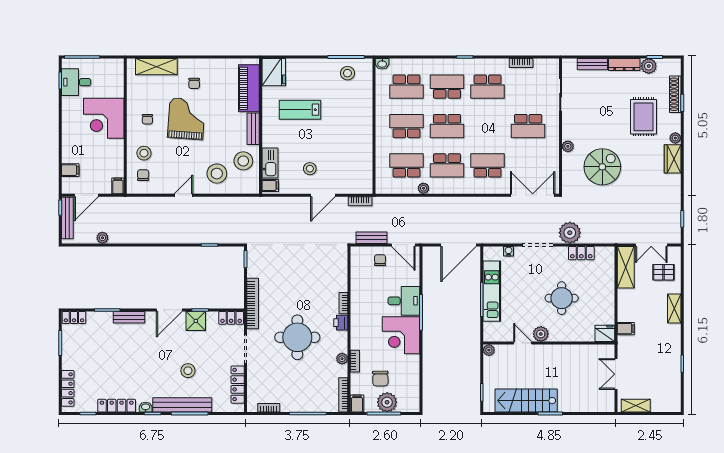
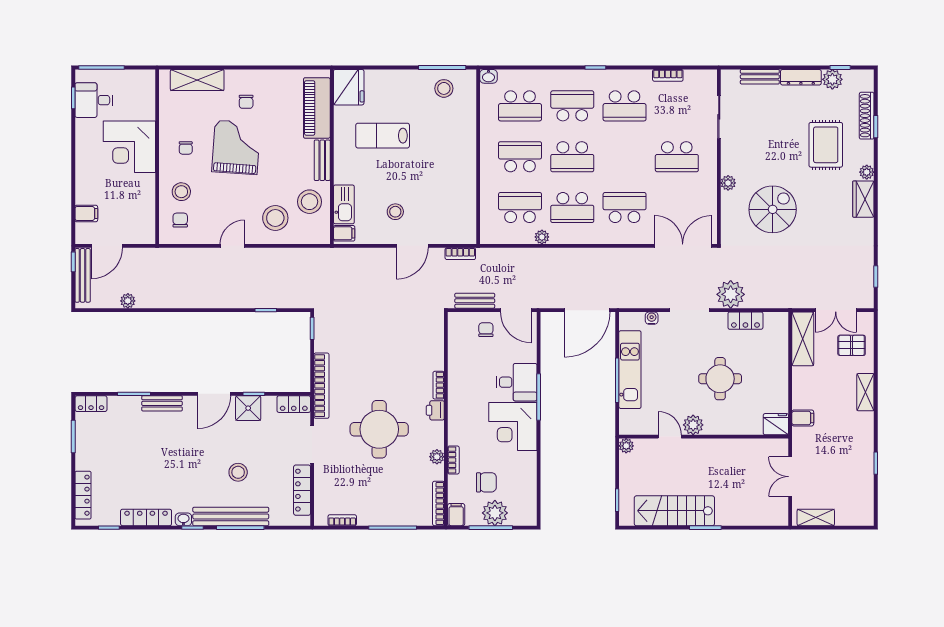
filing cabinet: (118, 186) -> (148, 234), removed
chair: (380, 378) -> (486, 482), turned -89

